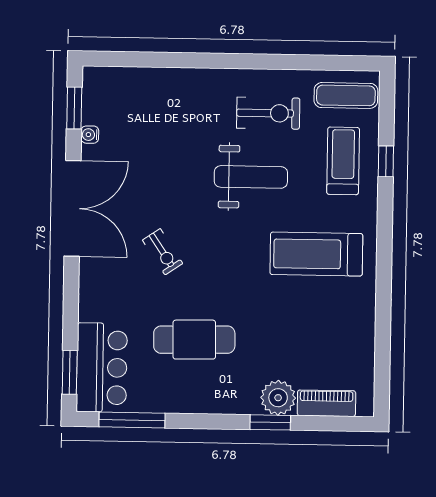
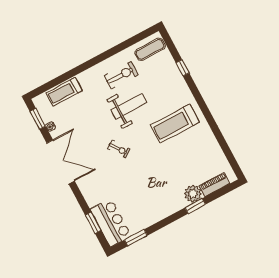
treadmill: (343, 161) -> (64, 92), moved, turned -90
exercise bike: (163, 252) -> (119, 149), moved
cafe table: (194, 340) -> (143, 189), removed
window: (70, 372) -> (93, 223), moved
window: (132, 420) -> (136, 238), width x0.69

